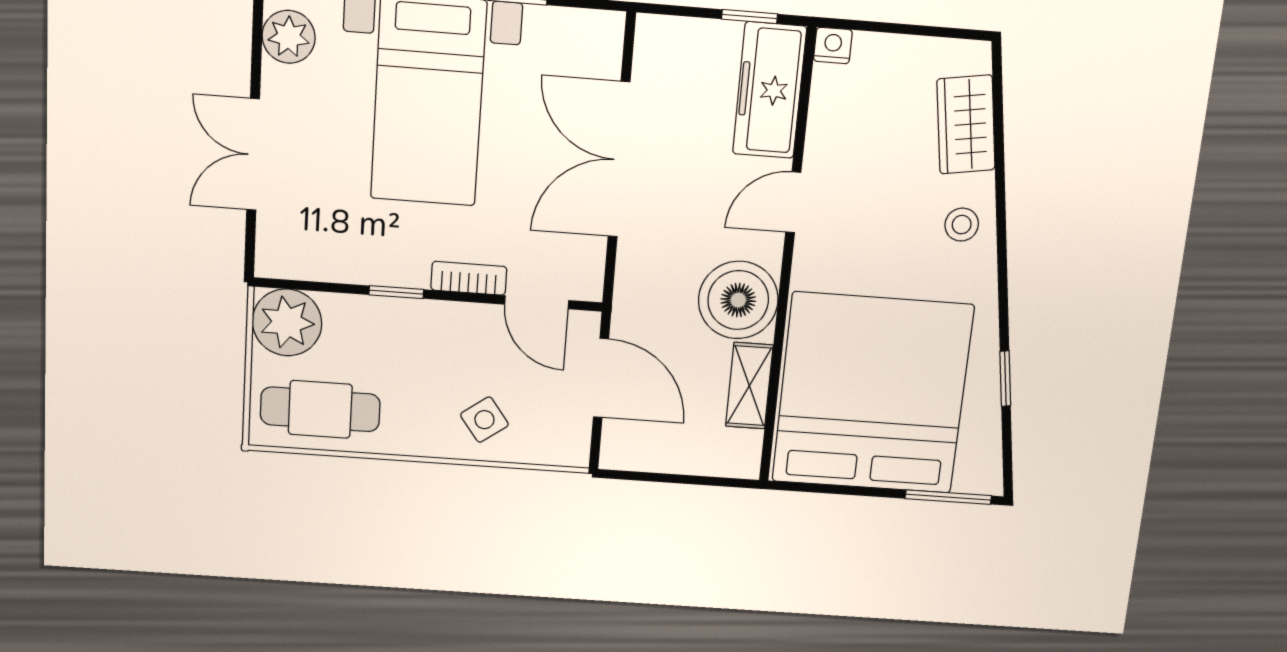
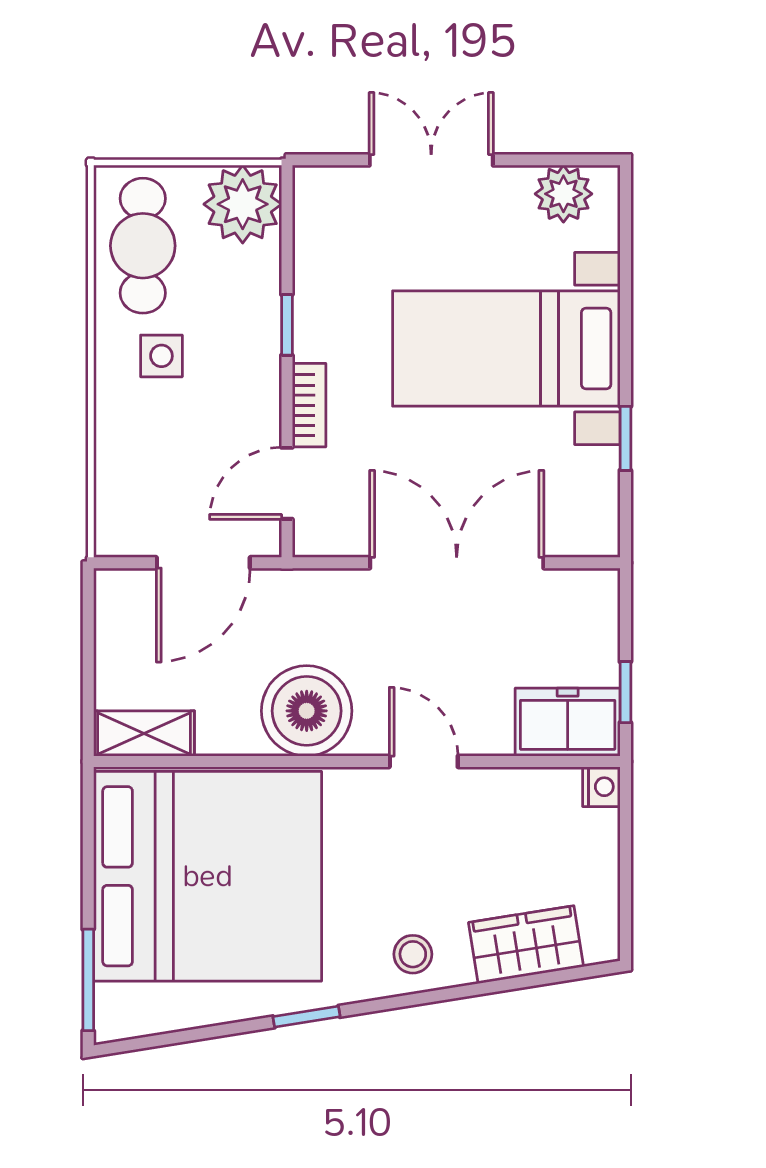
freezer: (769, 90) -> (568, 722), width x0.71
window: (1005, 379) -> (306, 1017), moved
shelving: (749, 386) -> (144, 733), moved
side table: (484, 420) -> (161, 356), moved, turned 36

